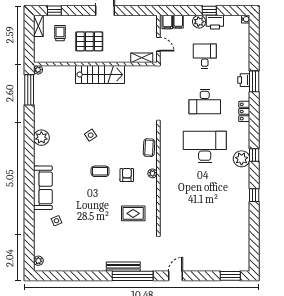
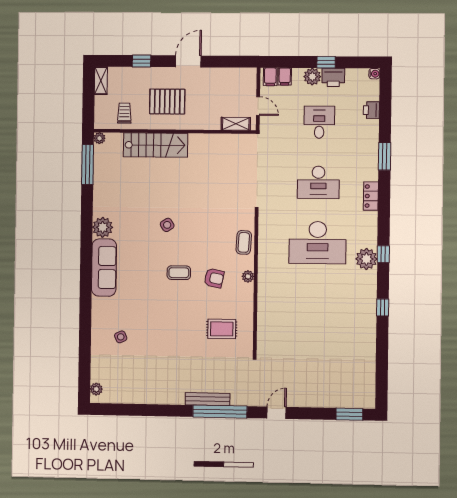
window: (54, 11) -> (141, 61), moved
trolley: (60, 33) -> (124, 113), moved
stairs: (100, 75) -> (156, 145), moved
printer: (244, 80) -> (371, 110), moved
desk: (205, 147) -> (318, 243), turned 180
armchair: (127, 175) -> (214, 278), turned 102
sofa: (43, 188) -> (104, 268), moved

